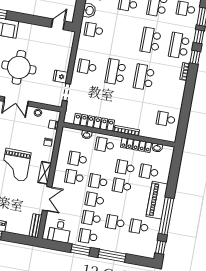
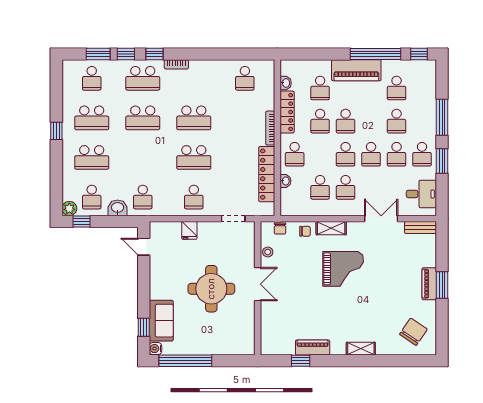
fridge: (60, 77) -> (189, 230), moved
shelving: (45, 173) -> (331, 228), moved

